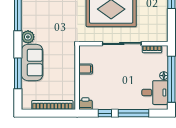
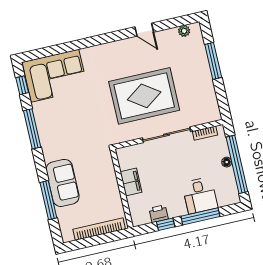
plant: (28, 37) -> (50, 153), removed
filing cabinet: (86, 69) -> (131, 182), width x2.00
desk: (155, 93) -> (200, 195), moved, turned 90
printer: (85, 104) -> (159, 214), moved

